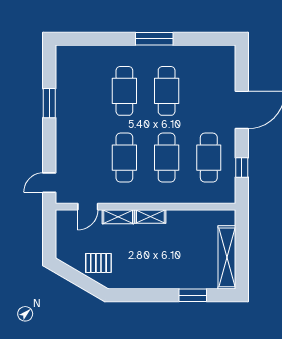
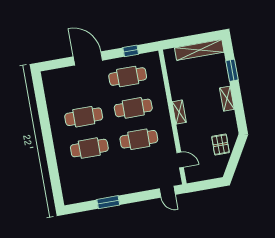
window: (154, 39) -> (47, 133), removed
shelving: (118, 217) -> (227, 99), moved

